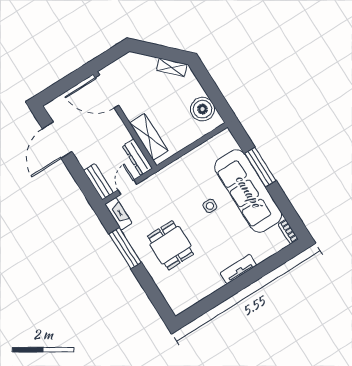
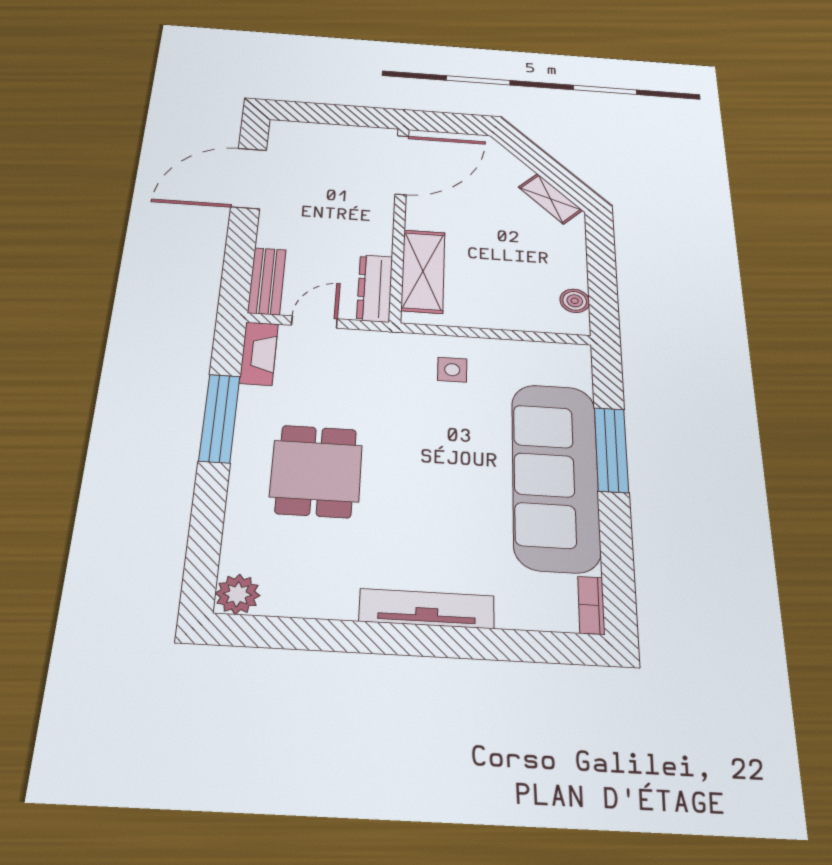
door: (107, 92) -> (402, 165), swing flipped
boiler: (202, 109) -> (575, 301), width x0.54, depth x0.54
side table: (210, 206) -> (452, 370), moved
tv unit: (238, 269) -> (427, 609), width x1.41
plant: (178, 305) -> (238, 594), added

